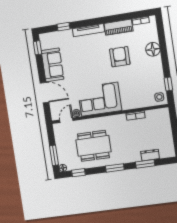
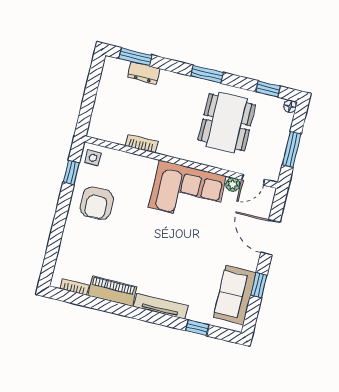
window: (38, 48) -> (259, 285), moved
floor lamp: (153, 49) -> (74, 235), removed
armchair: (120, 57) -> (97, 203), moved
sofa: (52, 65) -> (235, 295), moved
dining table: (93, 146) -> (227, 122), turned 90
window: (54, 155) -> (292, 150), moved
window: (145, 164) -> (135, 57), moved

